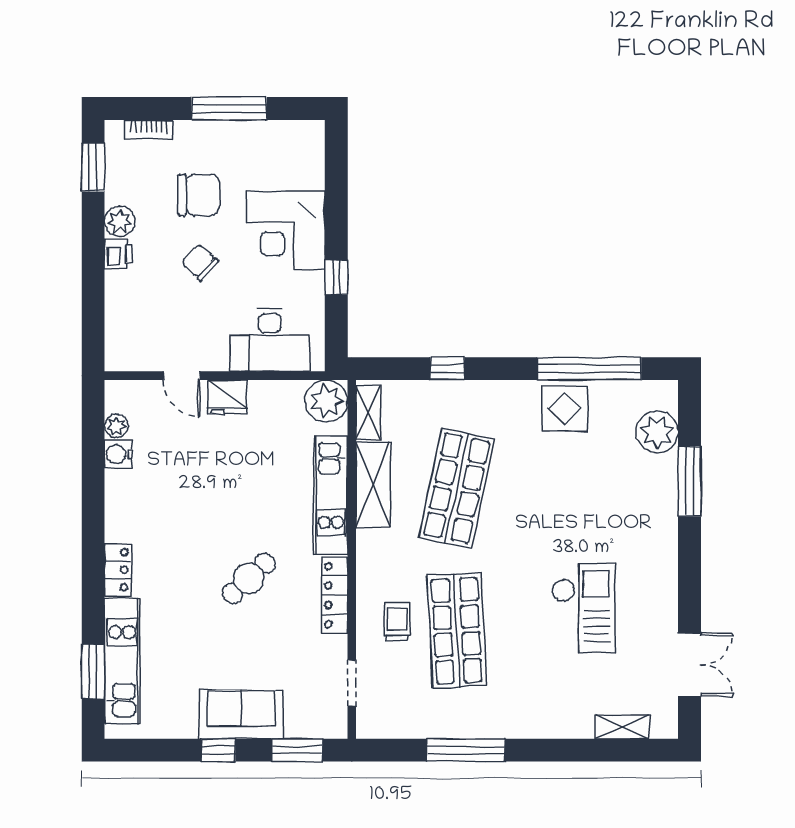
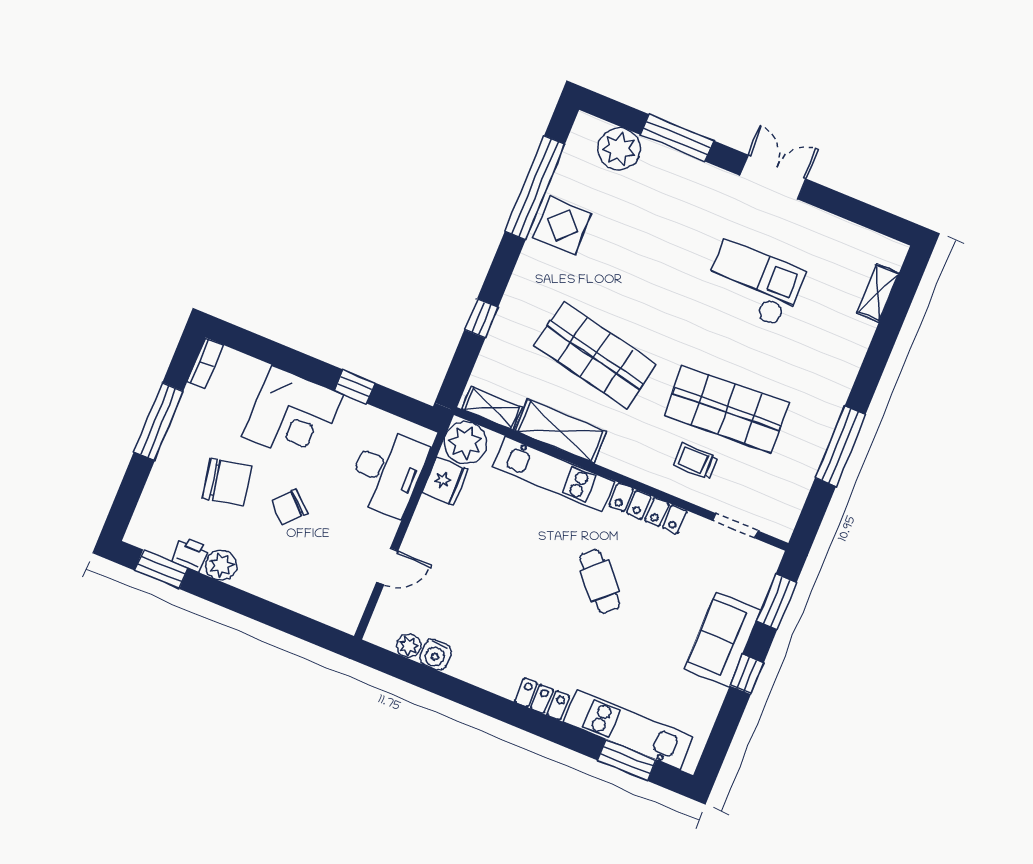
bookcase: (149, 129) -> (205, 363), moved
chair: (199, 195) -> (227, 482), turned 79
printer: (118, 254) -> (191, 554), moved
fridge: (228, 397) -> (445, 481), moved
double door: (690, 665) -> (773, 177), moved

